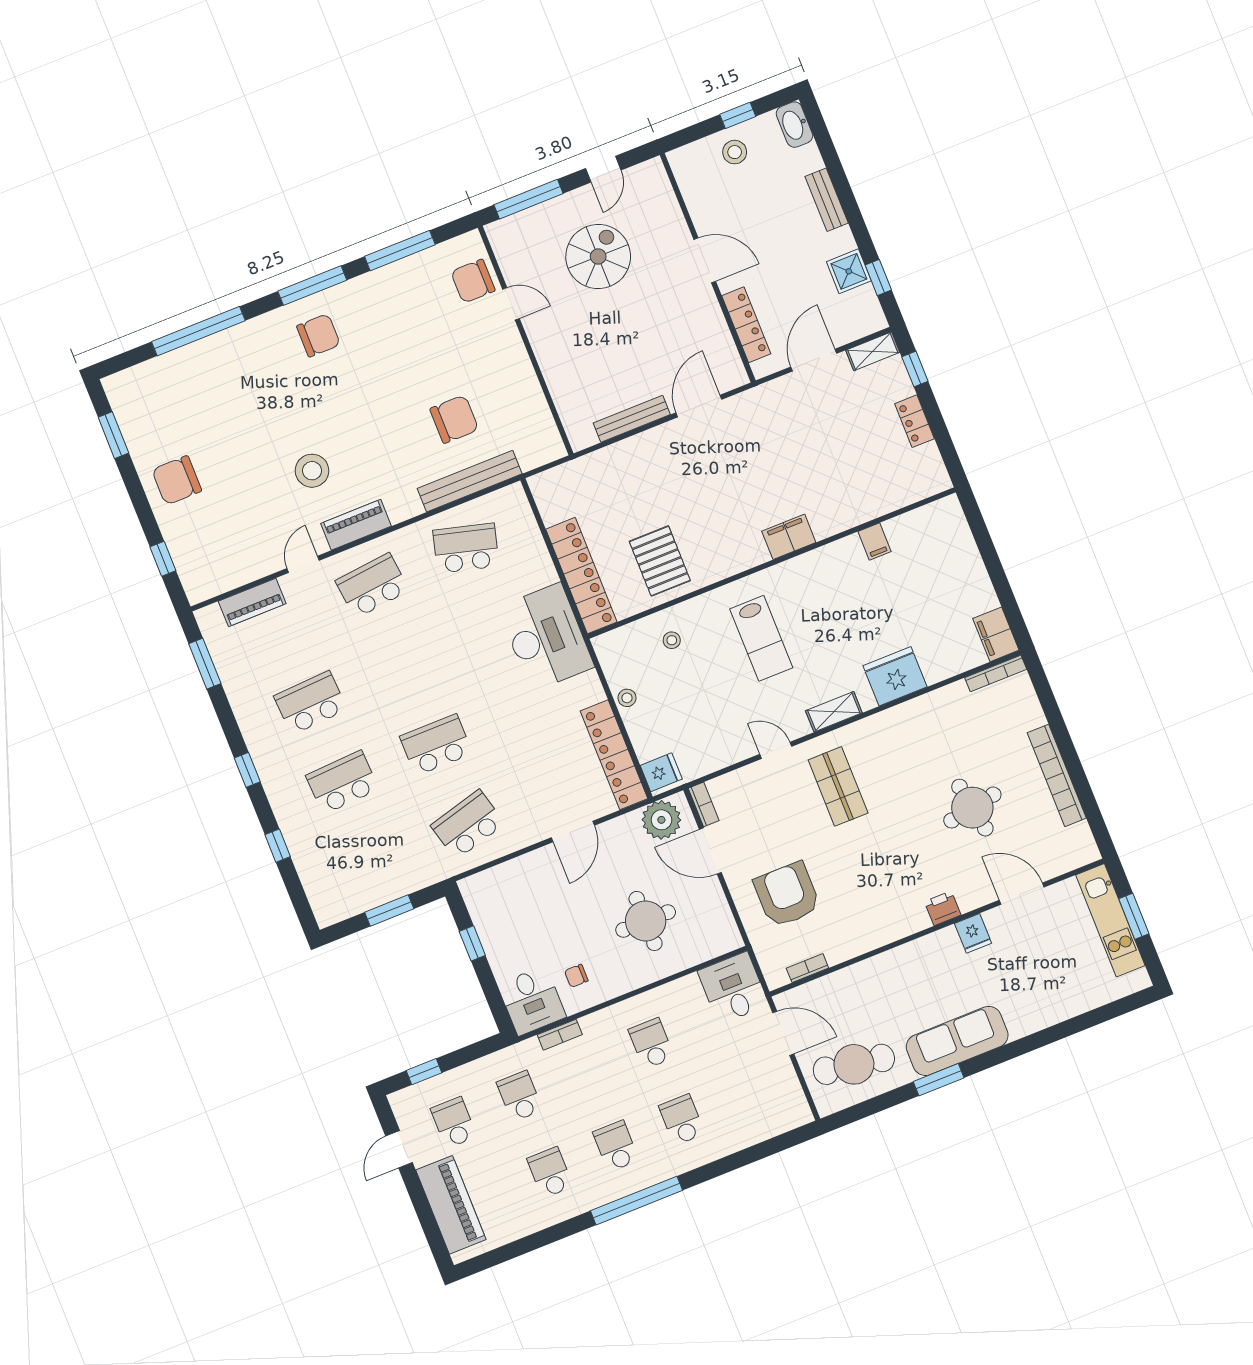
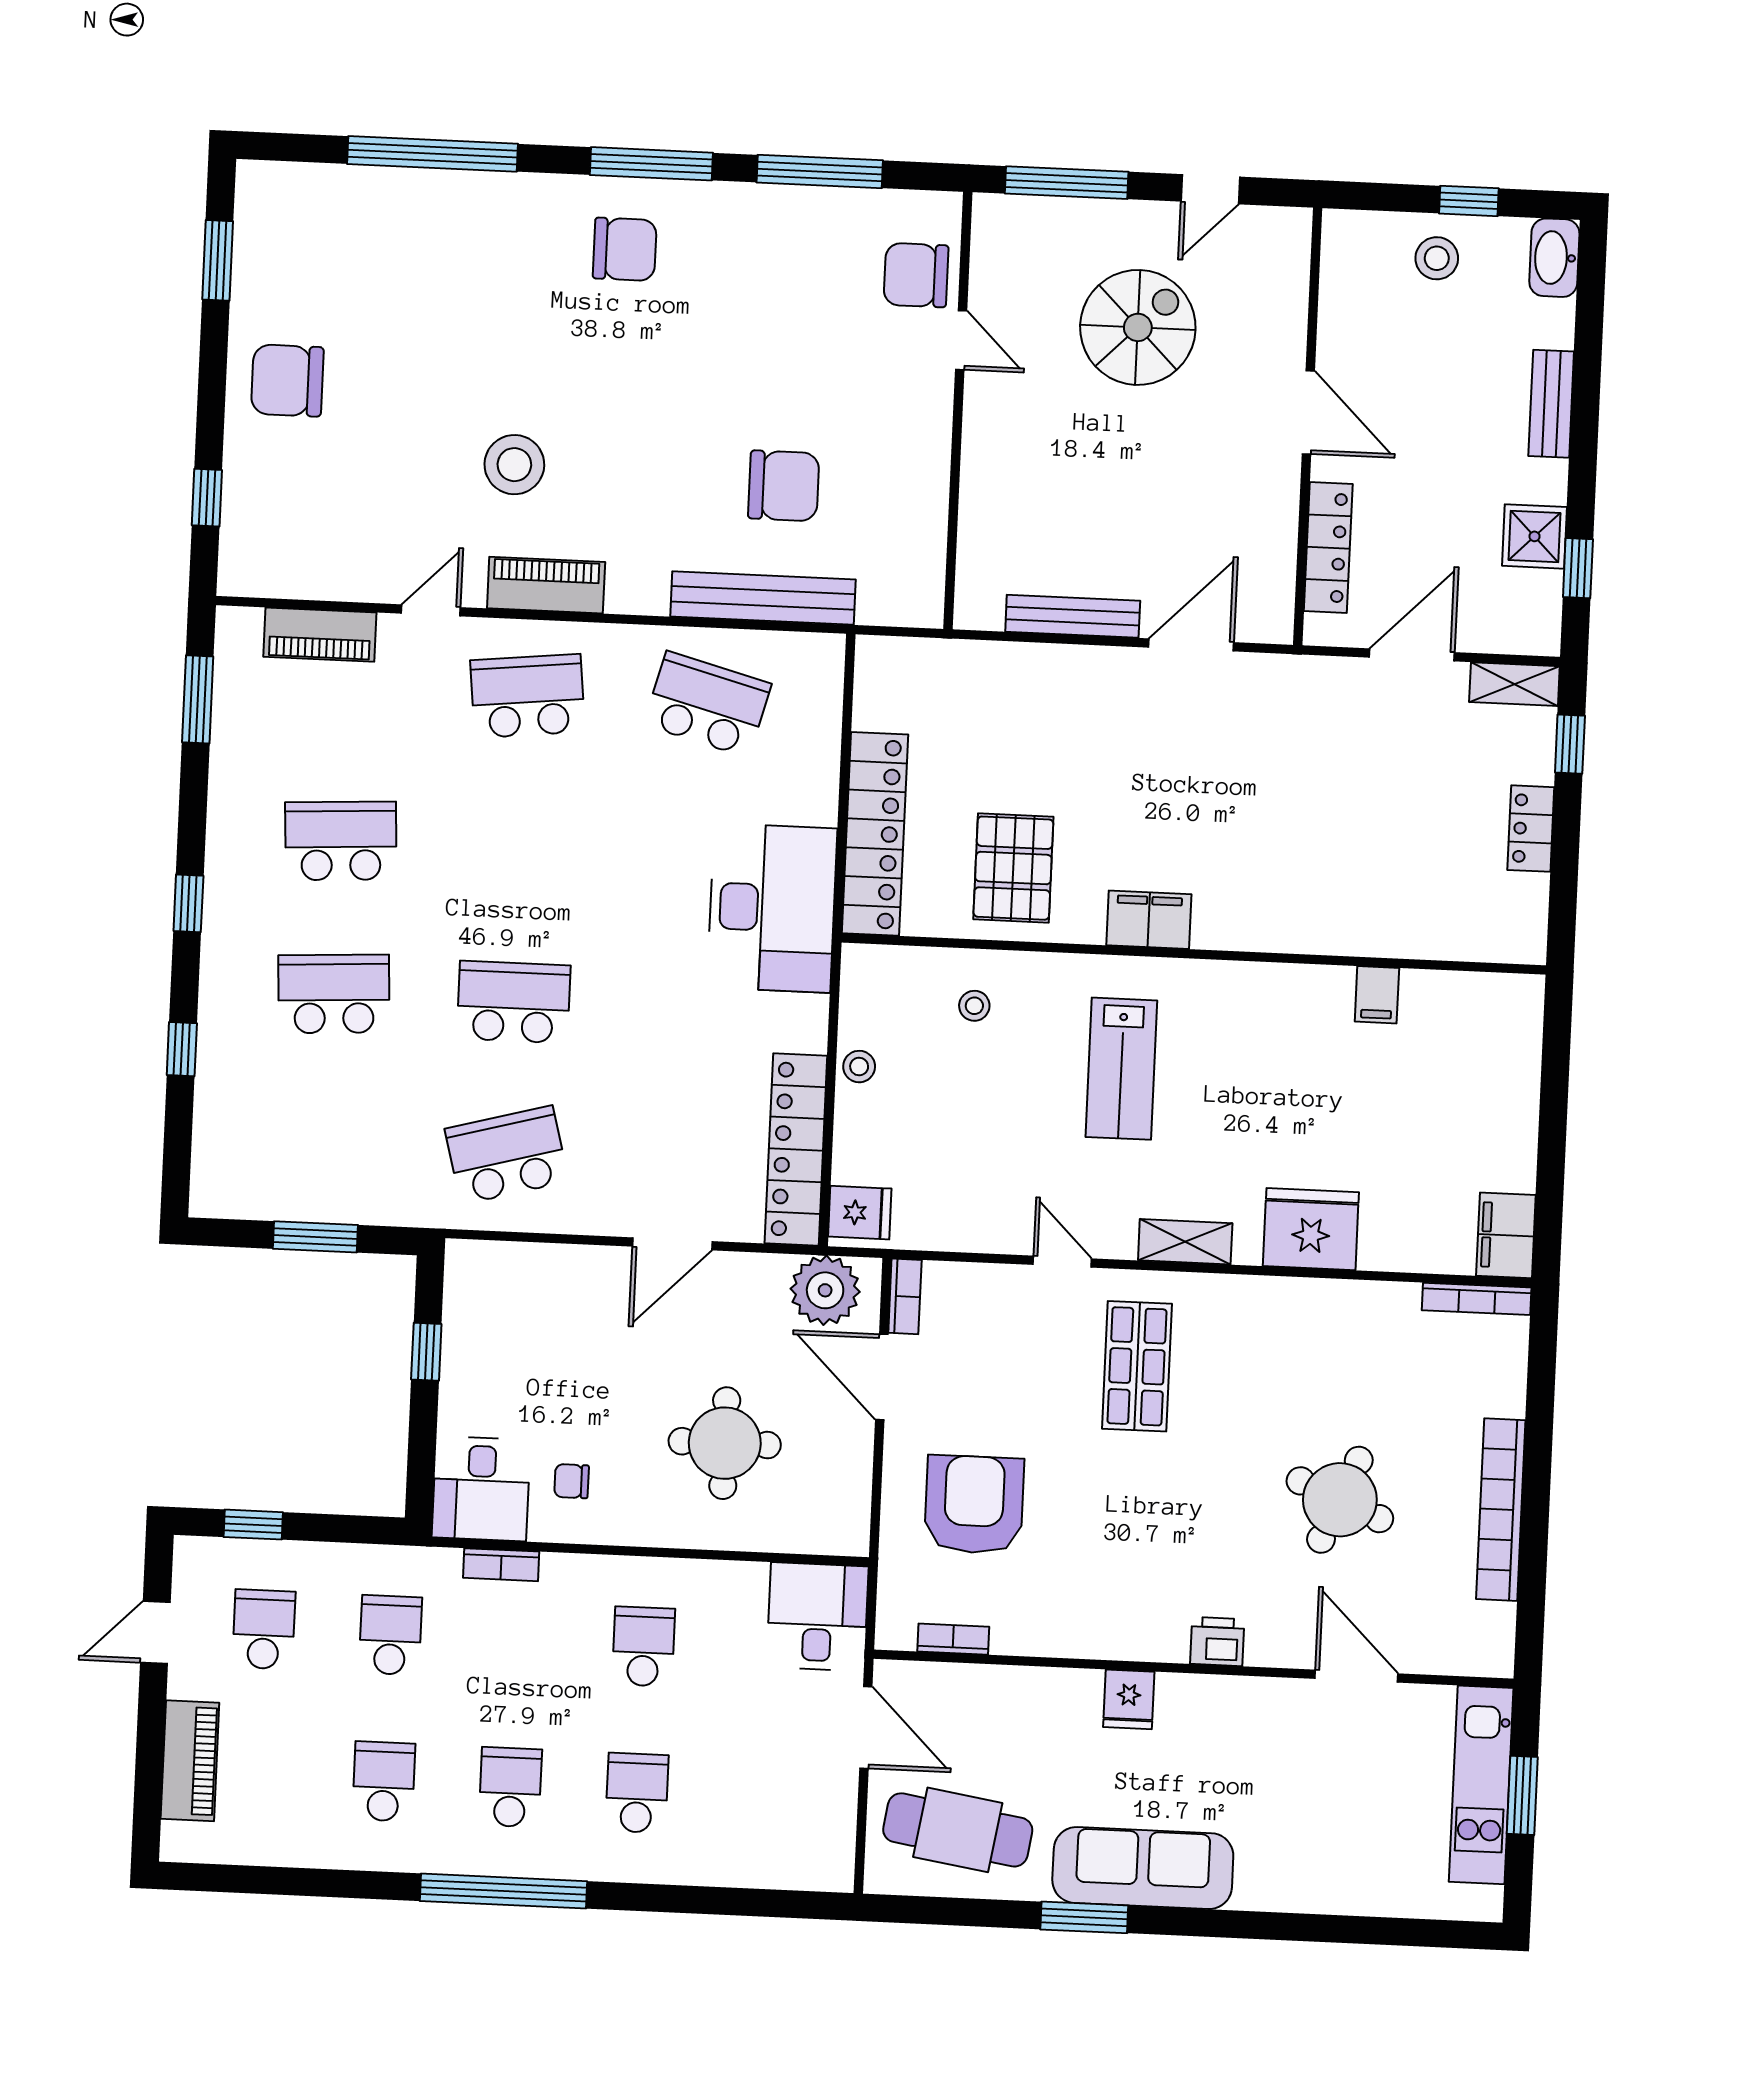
filing cabinet: (789, 537) -> (1149, 920), moved
round table: (972, 808) -> (1340, 1500), turned 33
fridge: (973, 933) -> (1129, 1699), moved
piano: (451, 1205) -> (190, 1761), width x0.73, depth x0.75

